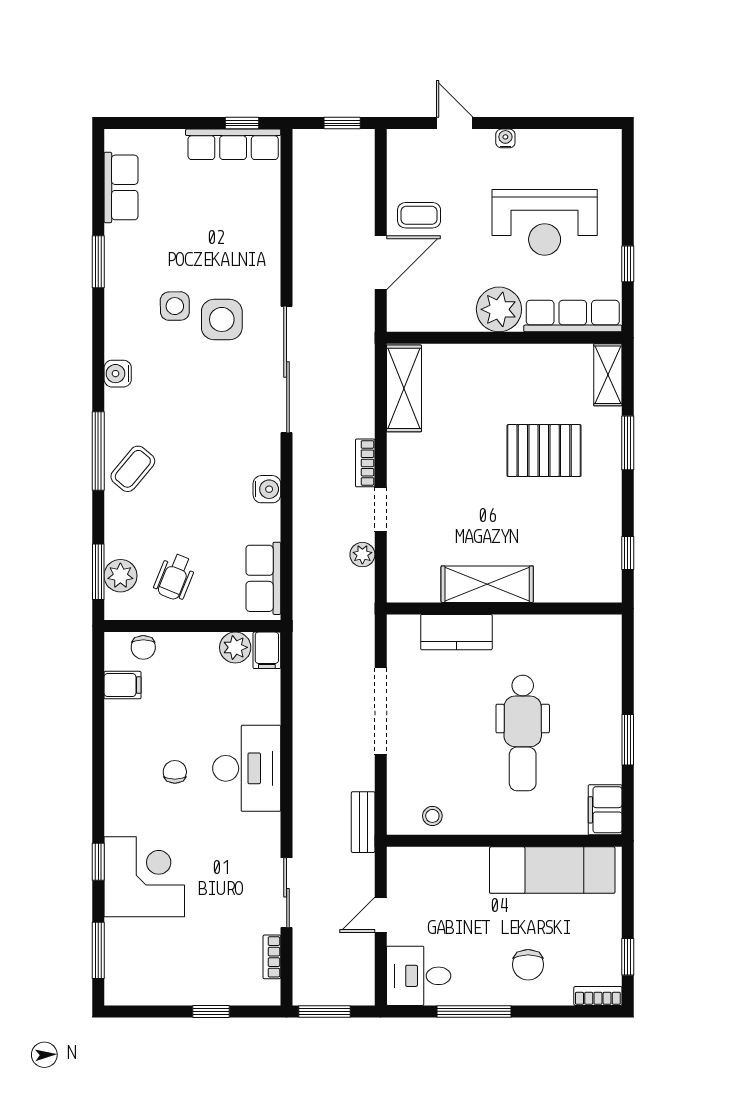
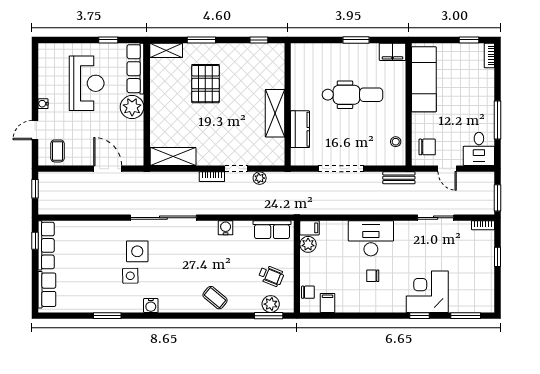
row of seats: (121, 187) -> (47, 290), moved, turned 90
coffee table: (419, 215) -> (57, 151), moved
water cooler: (118, 374) -> (151, 306), moved
window: (98, 451) -> (206, 316), removed
bookcase: (272, 957) -> (483, 225), moved
chair: (528, 965) -> (427, 147), moved

